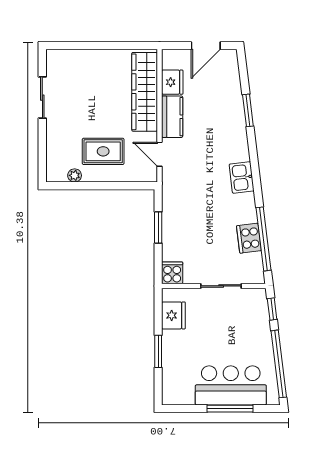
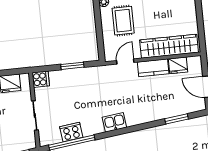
window: (248, 110) -> (177, 119), moved

